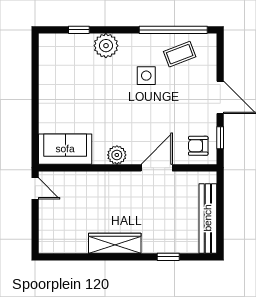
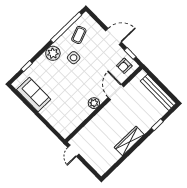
plant: (106, 46) -> (53, 53), moved
sofa: (65, 149) -> (34, 95), moved, turned 90
door: (35, 188) -> (73, 151), swing flipped

